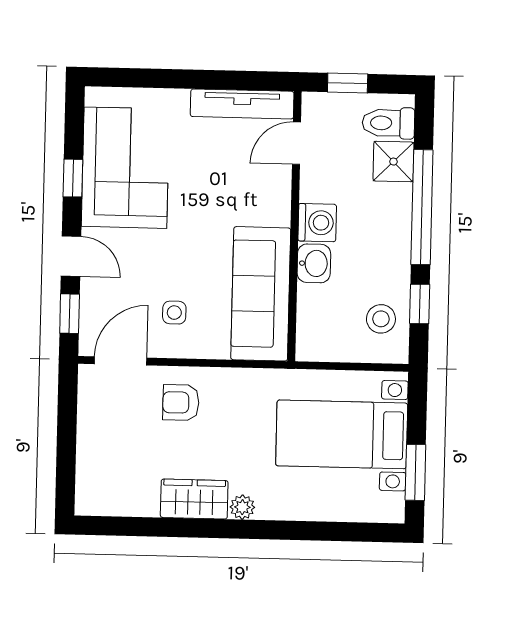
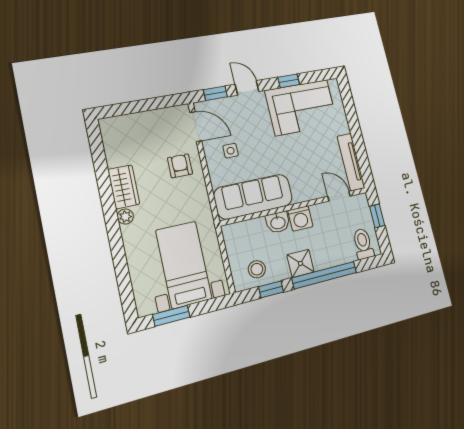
shower: (393, 162) -> (300, 263), moved
door: (71, 256) -> (247, 88), swing flipped

